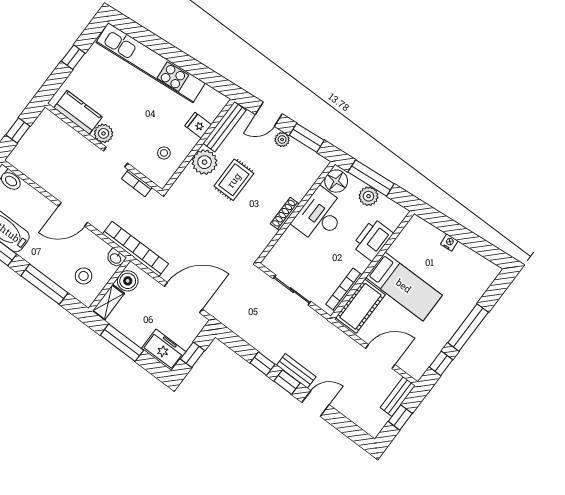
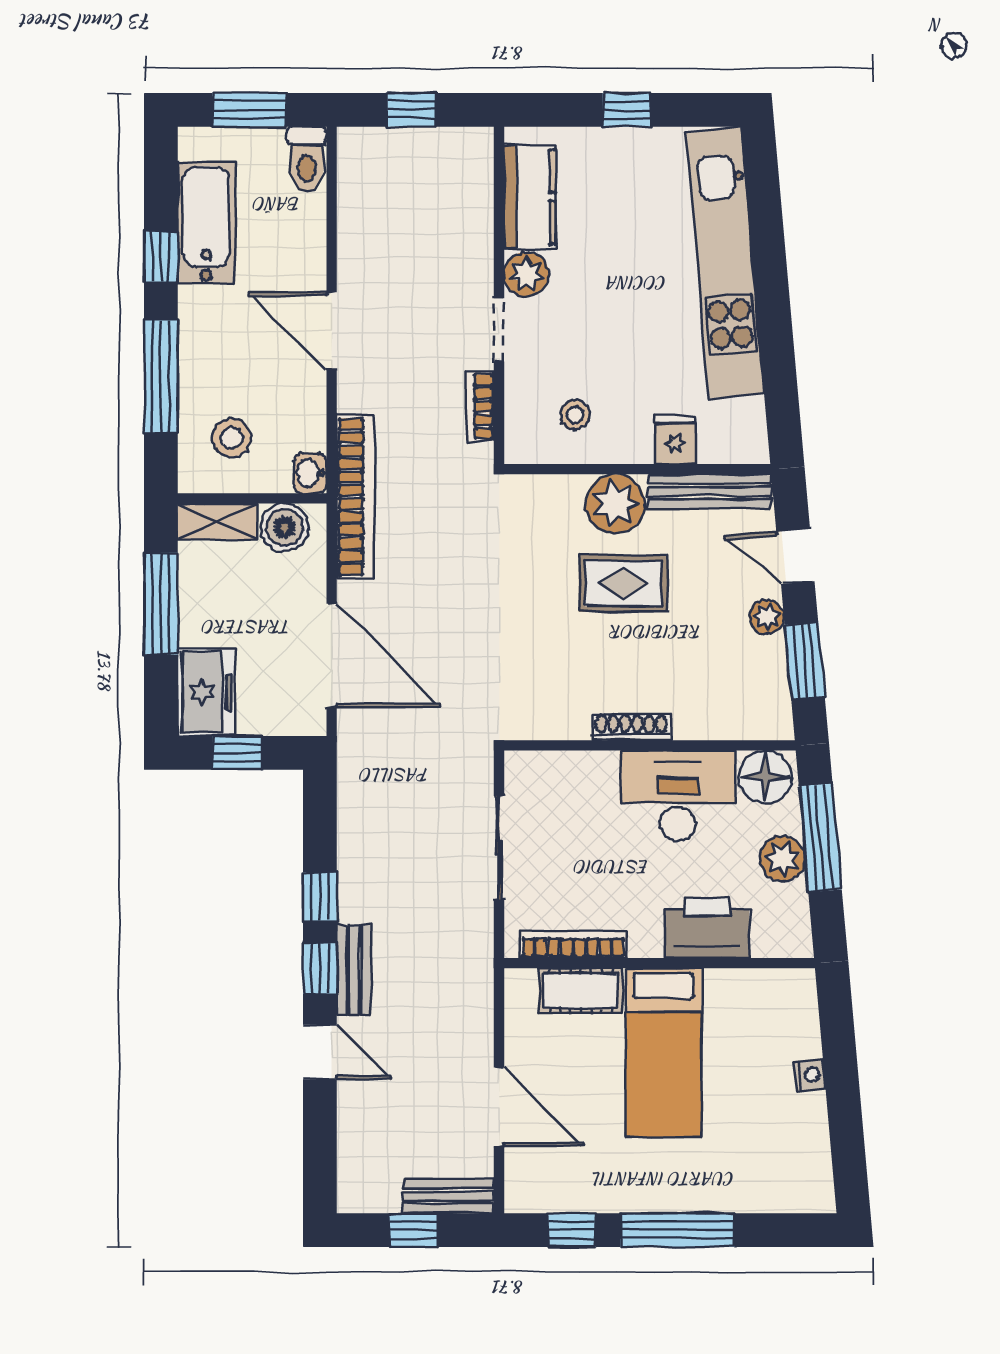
cot: (360, 306) -> (581, 991), width x0.73, depth x0.75

